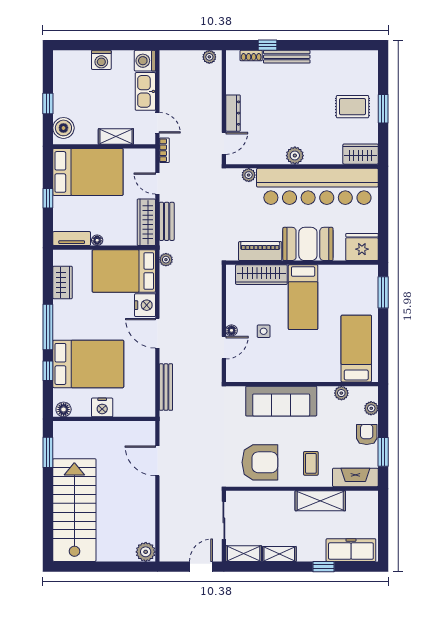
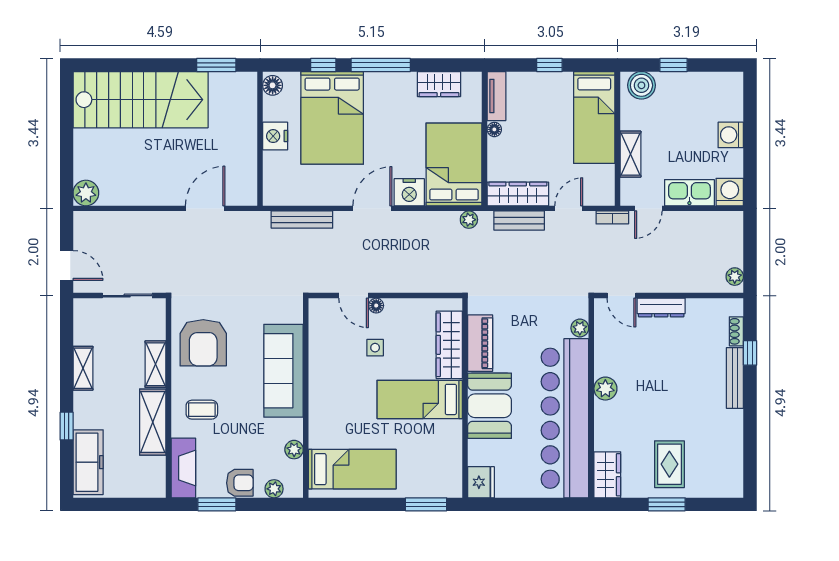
bed: (88, 172) -> (594, 117), width x0.67
fridge: (362, 247) -> (481, 482), width x0.73, depth x0.75
shelving: (244, 554) -> (155, 364), moved

